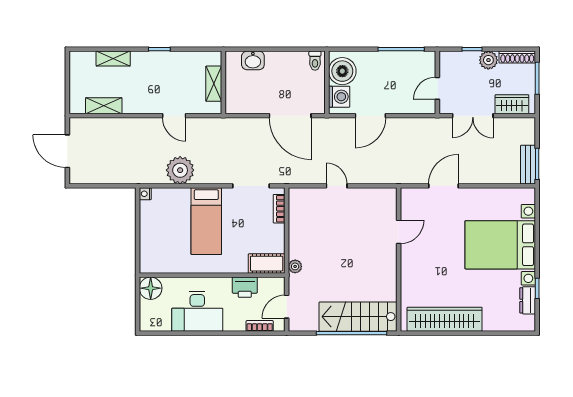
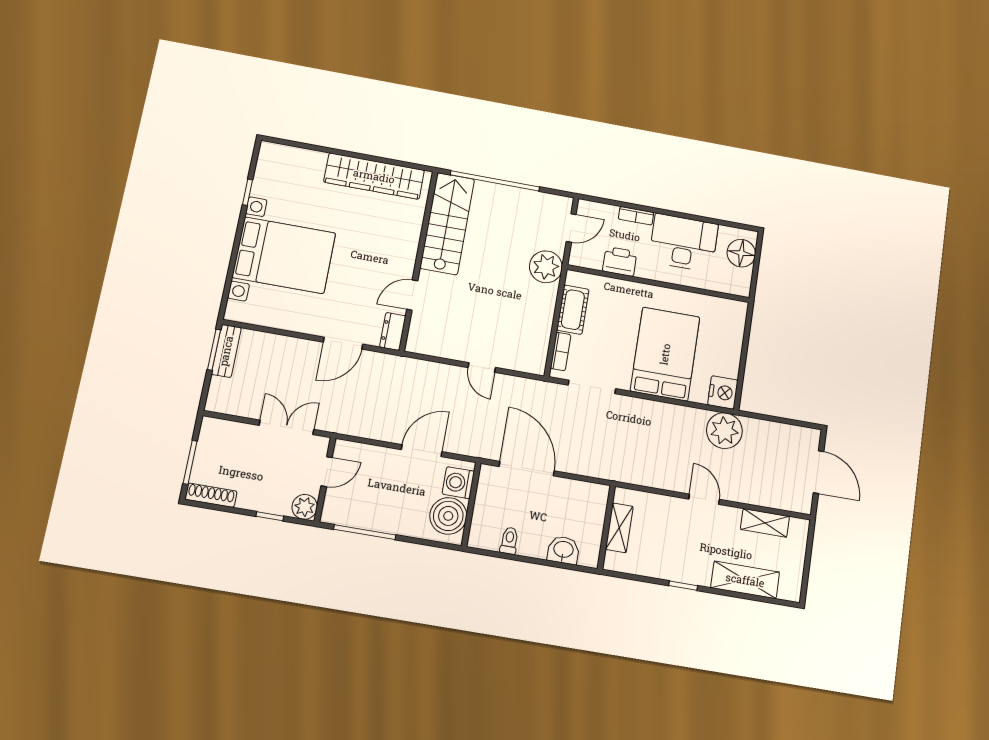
shelving: (113, 59) -> (745, 580), width x1.50, depth x1.33
plant: (488, 60) -> (305, 507), moved
toilet: (315, 61) -> (509, 541), moved
wardrobe: (512, 104) -> (231, 434), removed
door: (174, 116) -> (704, 499), moved
plant: (180, 170) -> (724, 431), moved
nightstand: (145, 194) -> (723, 392), width x1.89, depth x1.79
bed: (206, 221) -> (665, 354), width x1.50
cot: (267, 264) -> (573, 310), moved, turned 90
plant: (295, 266) -> (546, 267), width x1.88, depth x1.88
floor lamp: (151, 288) -> (741, 253), moved
dresser: (528, 300) -> (393, 331), moved, turned 180
stairs: (358, 317) -> (447, 223), moved, turned -90
bookcase: (260, 326) -> (636, 216), moved

